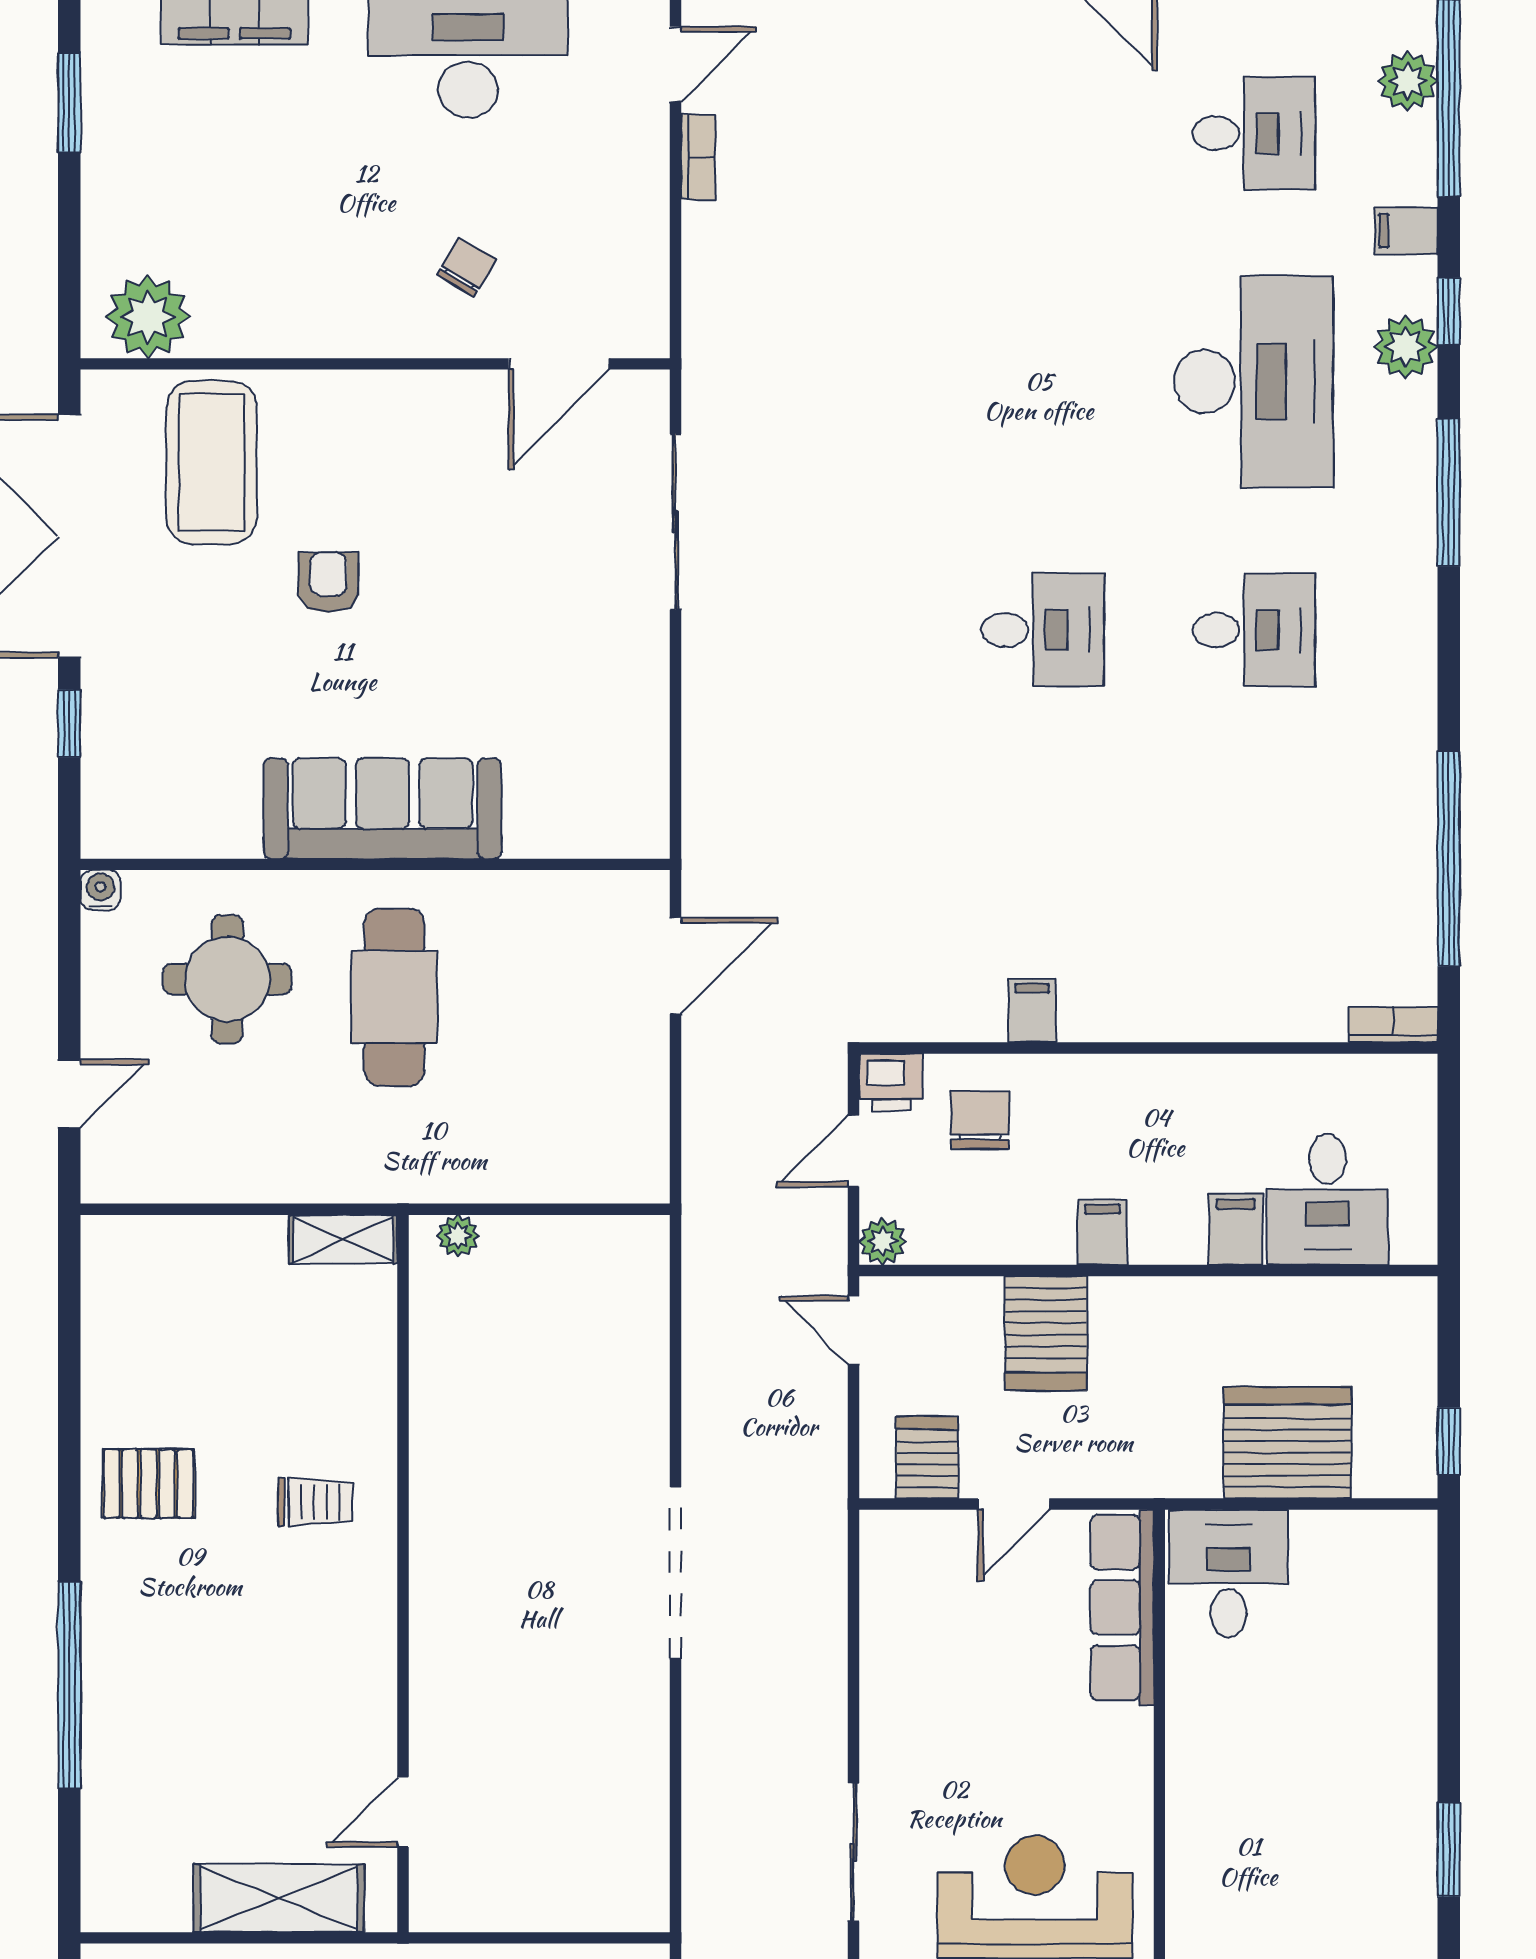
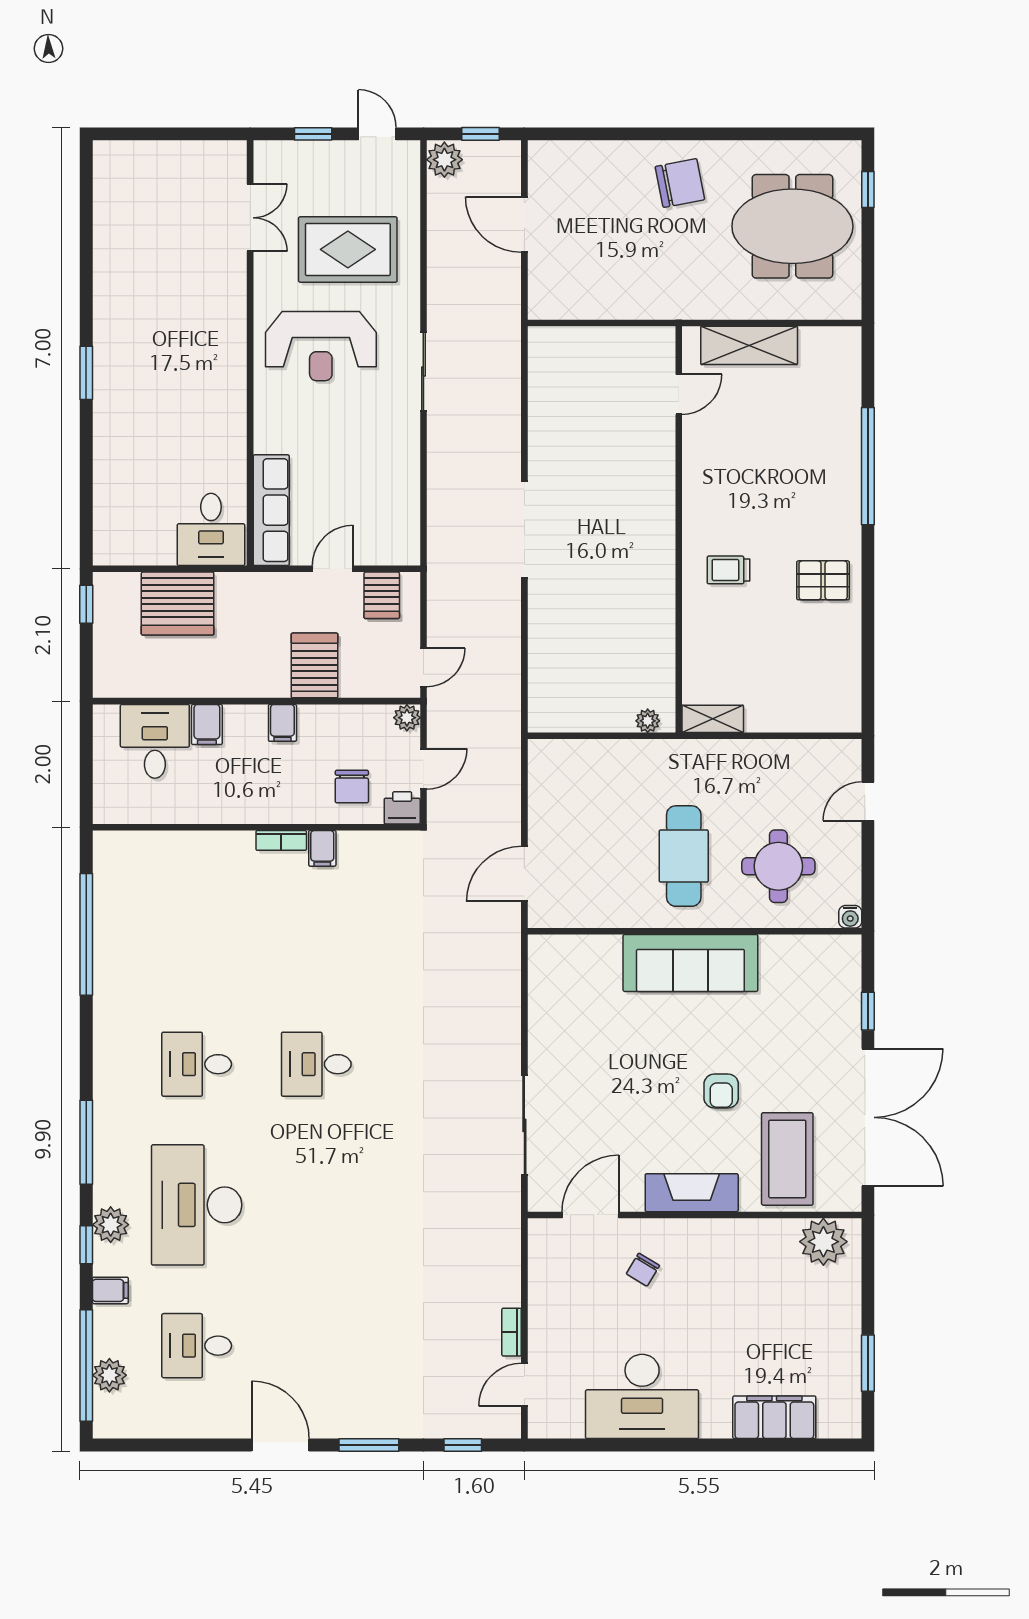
fireplace: (380, 403) -> (692, 1193), added
bookcase: (1393, 1025) -> (281, 840), moved
door: (854, 1330) -> (423, 667), hinge flipped

